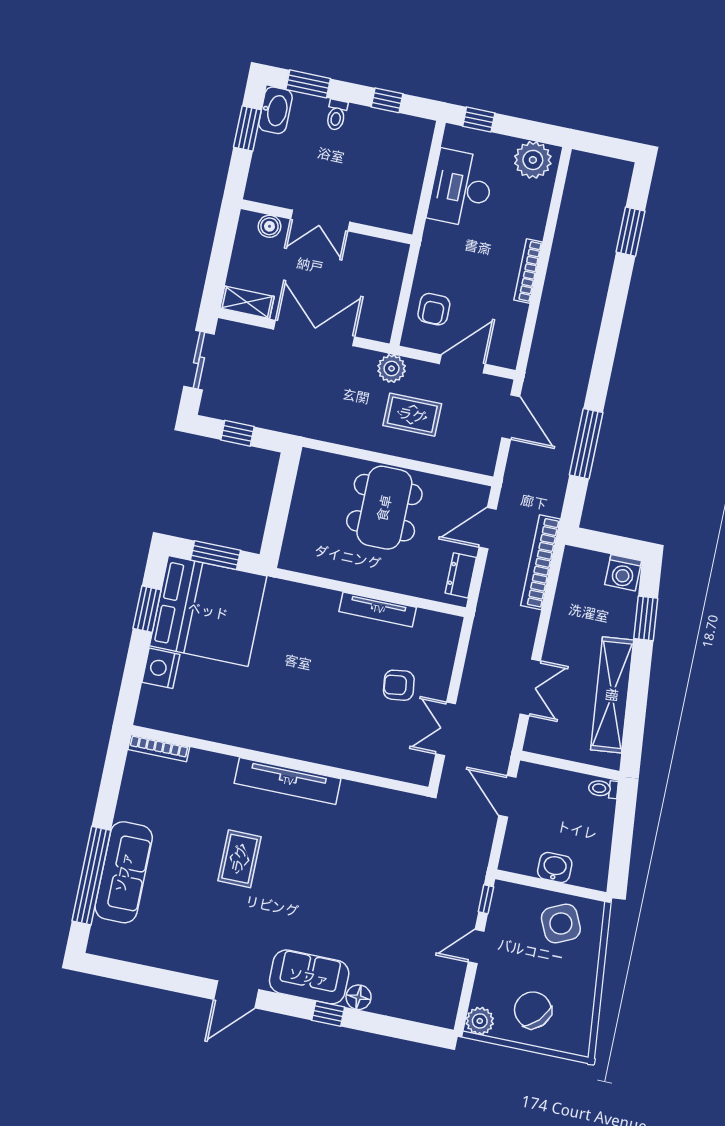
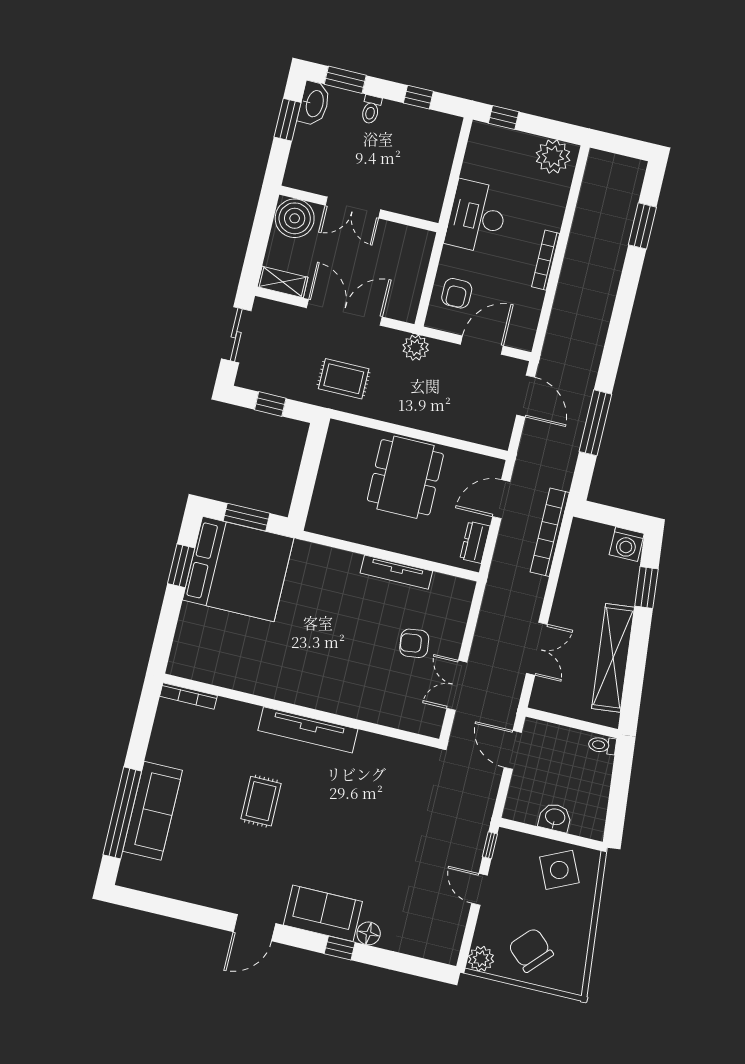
desk: (461, 188) -> (477, 217), moved
boiler: (269, 226) -> (295, 218), width x1.86, depth x1.86
rug: (412, 415) -> (344, 379), moved
nightstand: (161, 668) -> (193, 621), removed
door: (476, 947) -> (479, 889), hinge flipped

